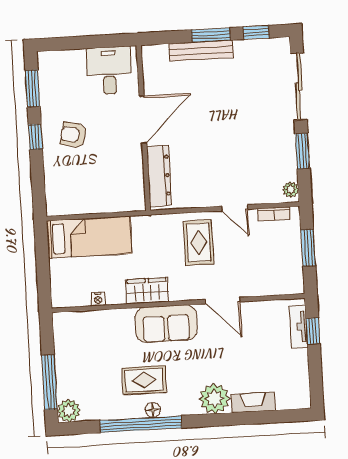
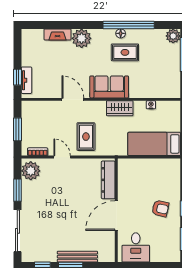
plant: (291, 190) -> (31, 171), width x1.87, depth x1.87

